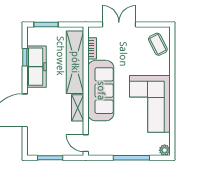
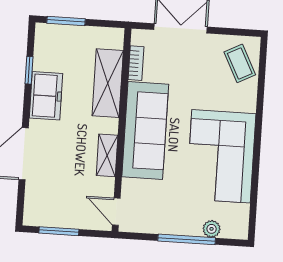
shelving: (75, 62) -> (108, 83), width x0.68
freezer: (36, 67) -> (46, 96), width x0.71
plant: (165, 150) -> (212, 229), moved

